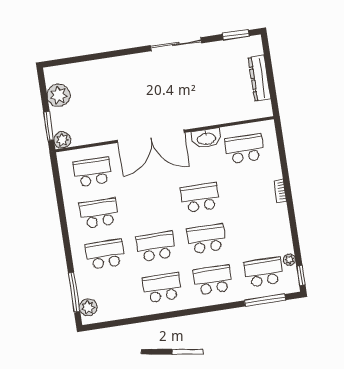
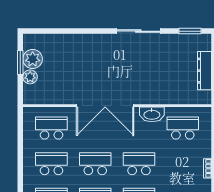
window: (49, 126) -> (20, 62), moved
plant: (62, 140) -> (30, 77), moved
school desk: (150, 205) -> (95, 164), added

